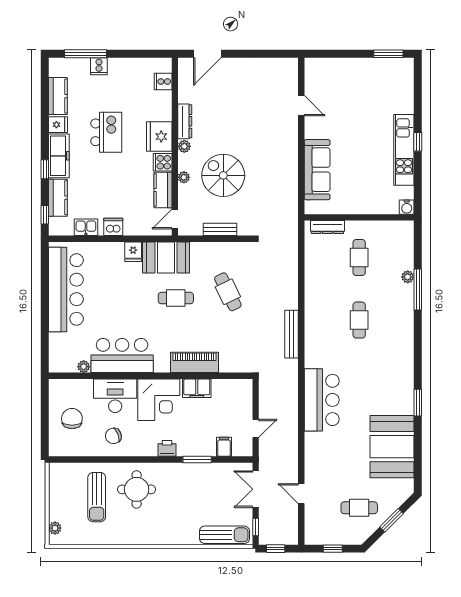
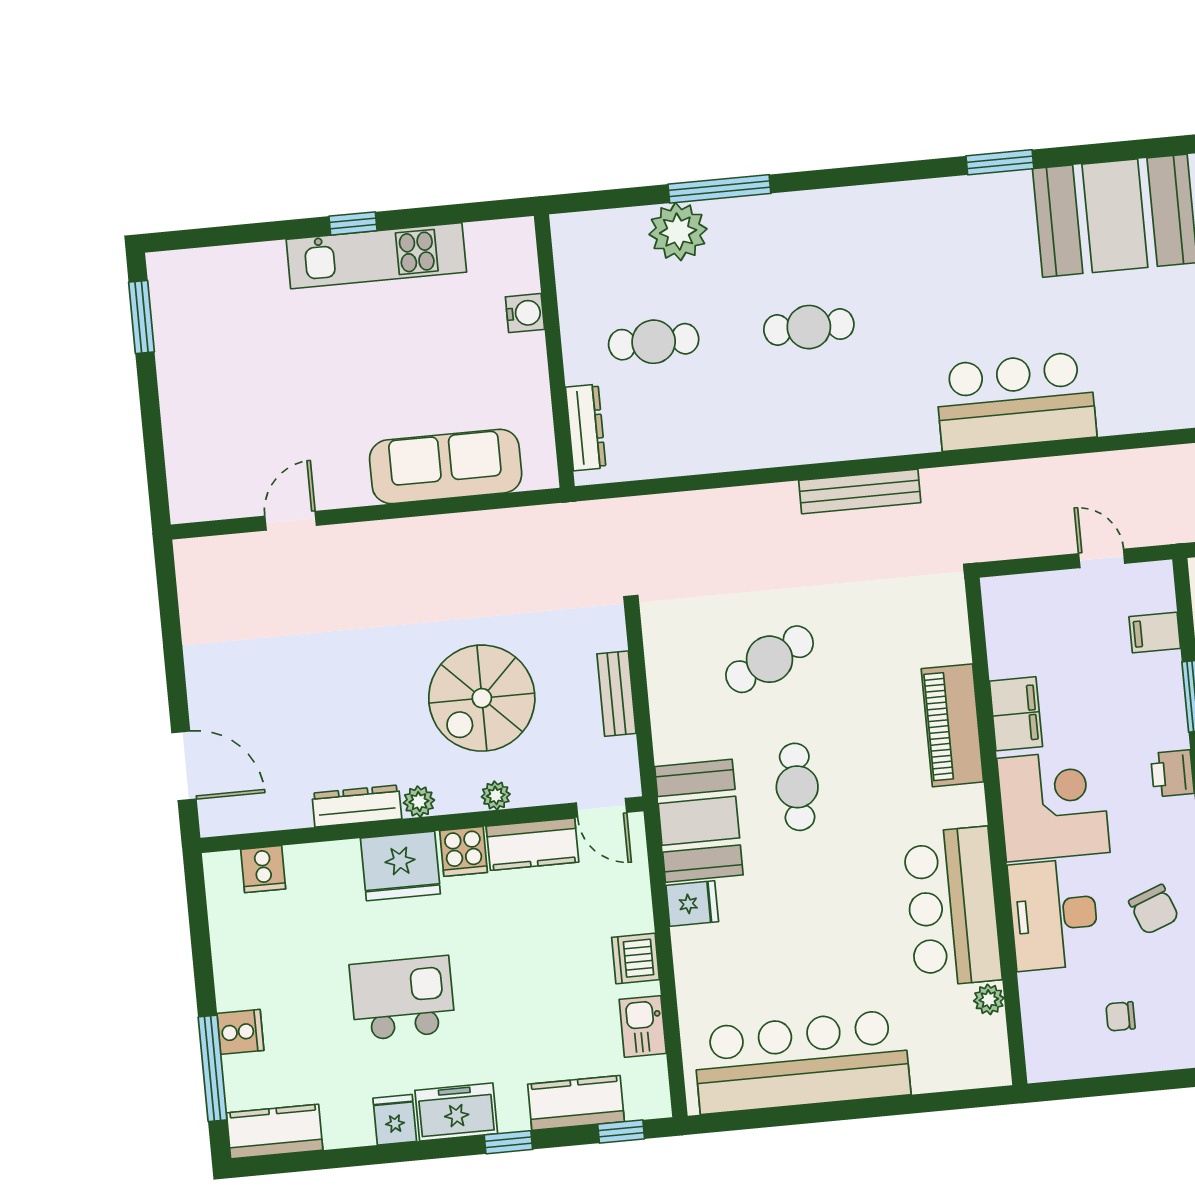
kitchen counter: (58, 96) -> (275, 1132), moved
freezer: (59, 156) -> (456, 1112), width x0.71
water cooler: (407, 207) -> (525, 313), moved
plant: (408, 277) -> (678, 232), width x1.87, depth x1.87
chair: (72, 419) -> (1121, 1016), width x0.54, depth x0.54

